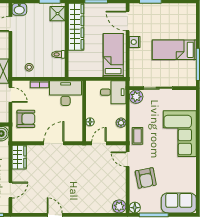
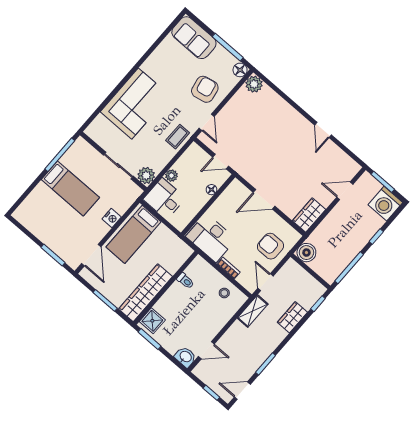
nightstand: (135, 42) -> (112, 218), moved
plant: (121, 123) -> (171, 176), moved

